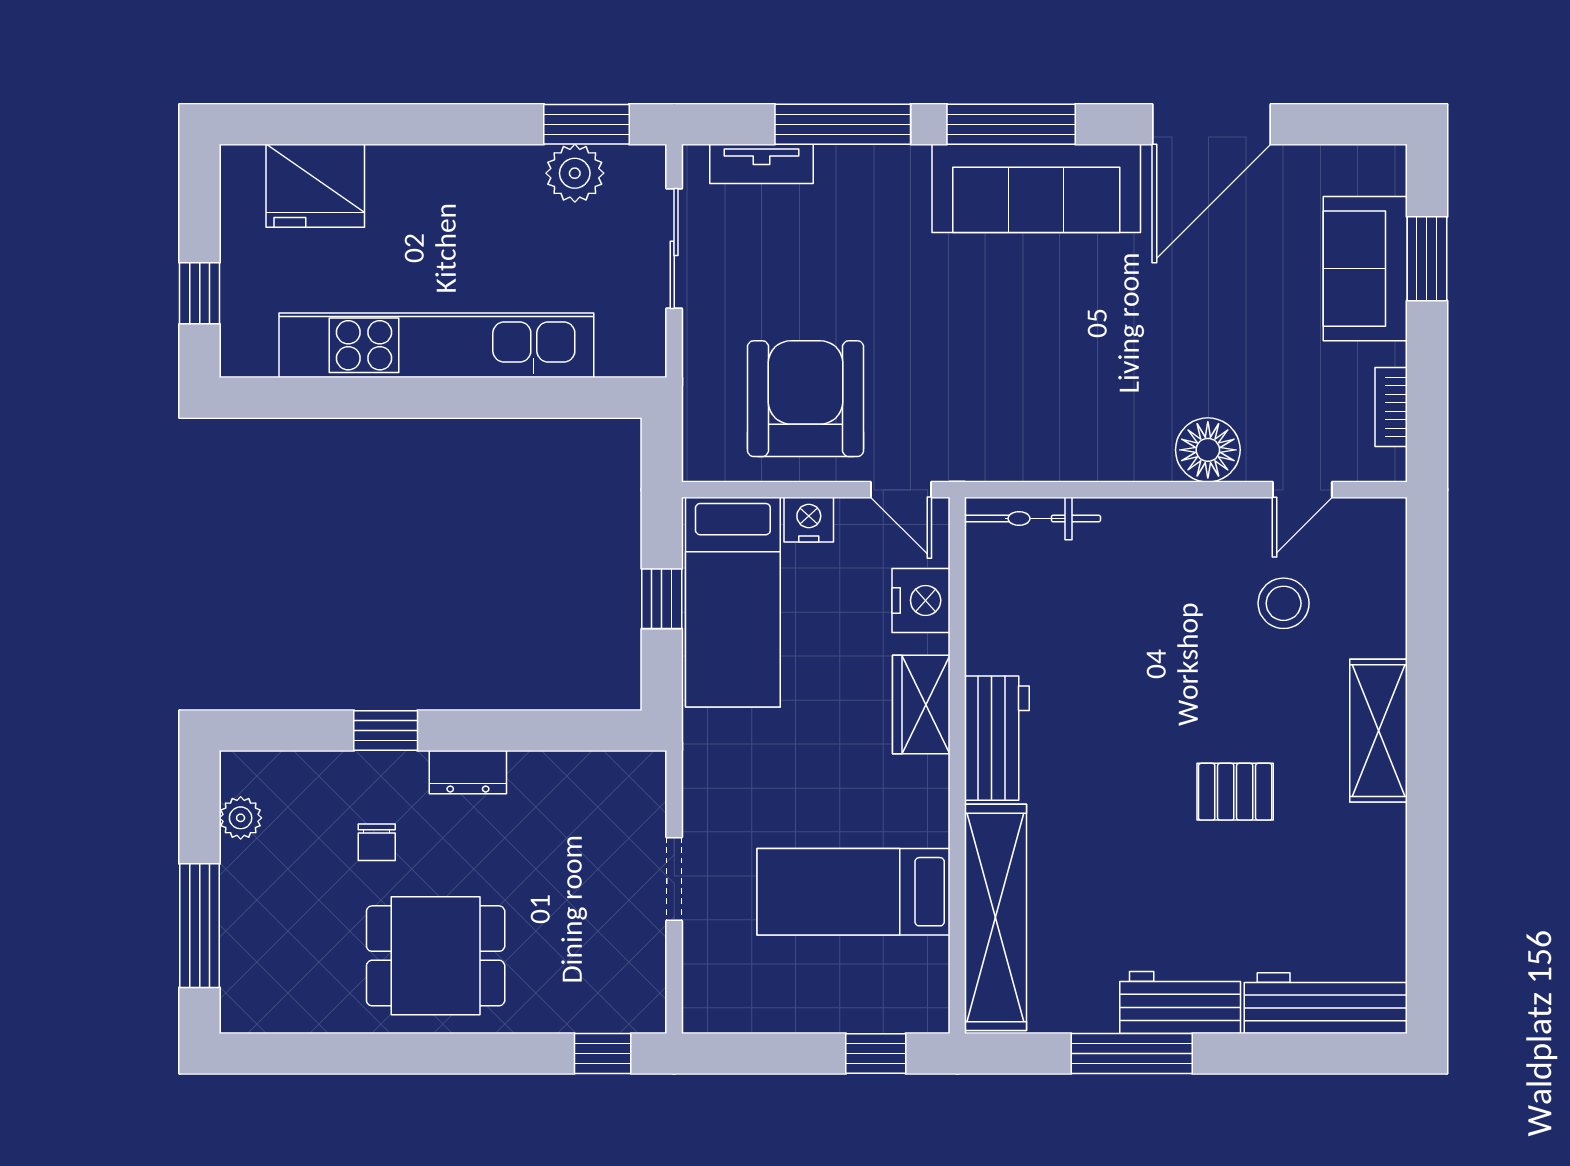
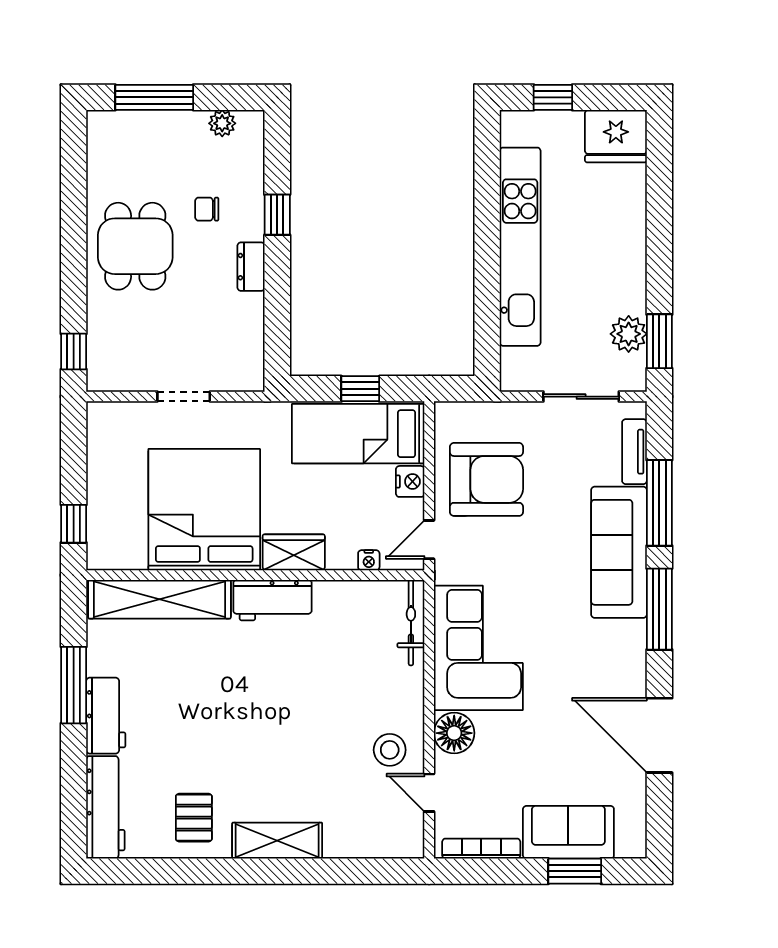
fridge: (315, 186) -> (616, 136), moved, turned -90
sofa: (1036, 188) -> (619, 552), moved
bookcase: (1391, 407) -> (481, 849), width x1.56
corner sofa: (1073, 412) -> (478, 648), added
nightstand: (921, 600) -> (369, 560), width x0.53, depth x0.56
stool: (1284, 603) -> (390, 750), moved
pallet: (1235, 792) -> (194, 818), moved
bed: (853, 892) -> (204, 510), width x2.04

